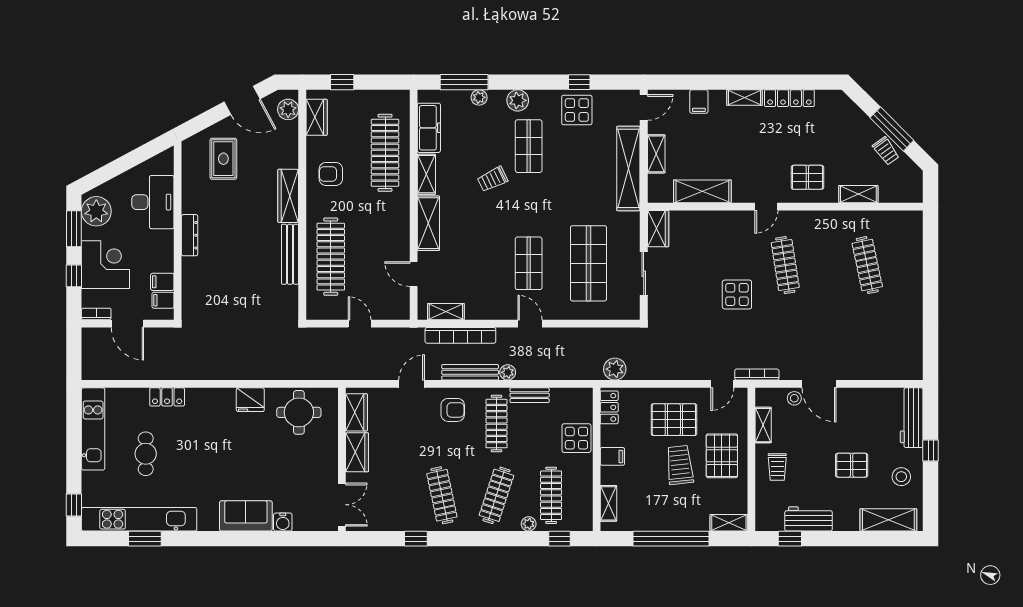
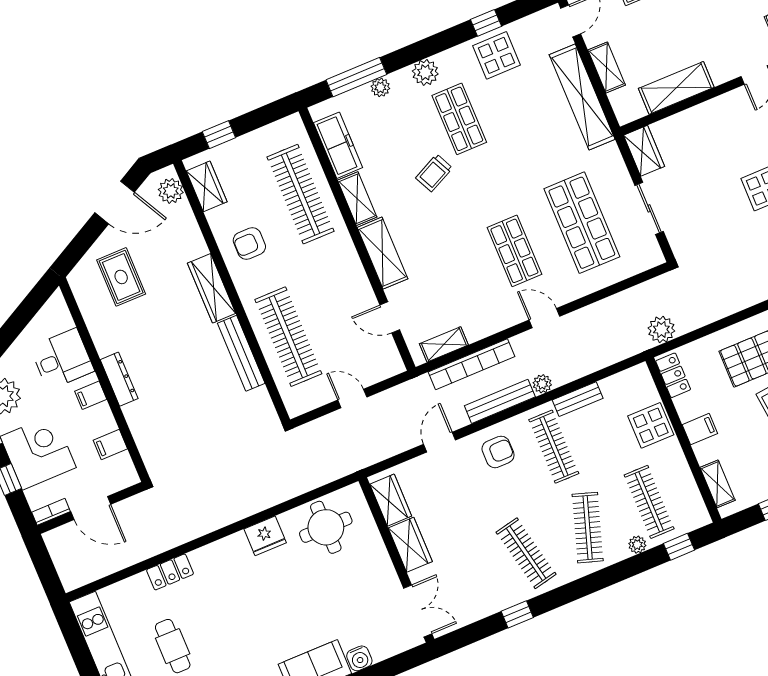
desk: (153, 202) -> (62, 359), width x0.73
filing cabinet: (163, 300) -> (91, 395), moved

